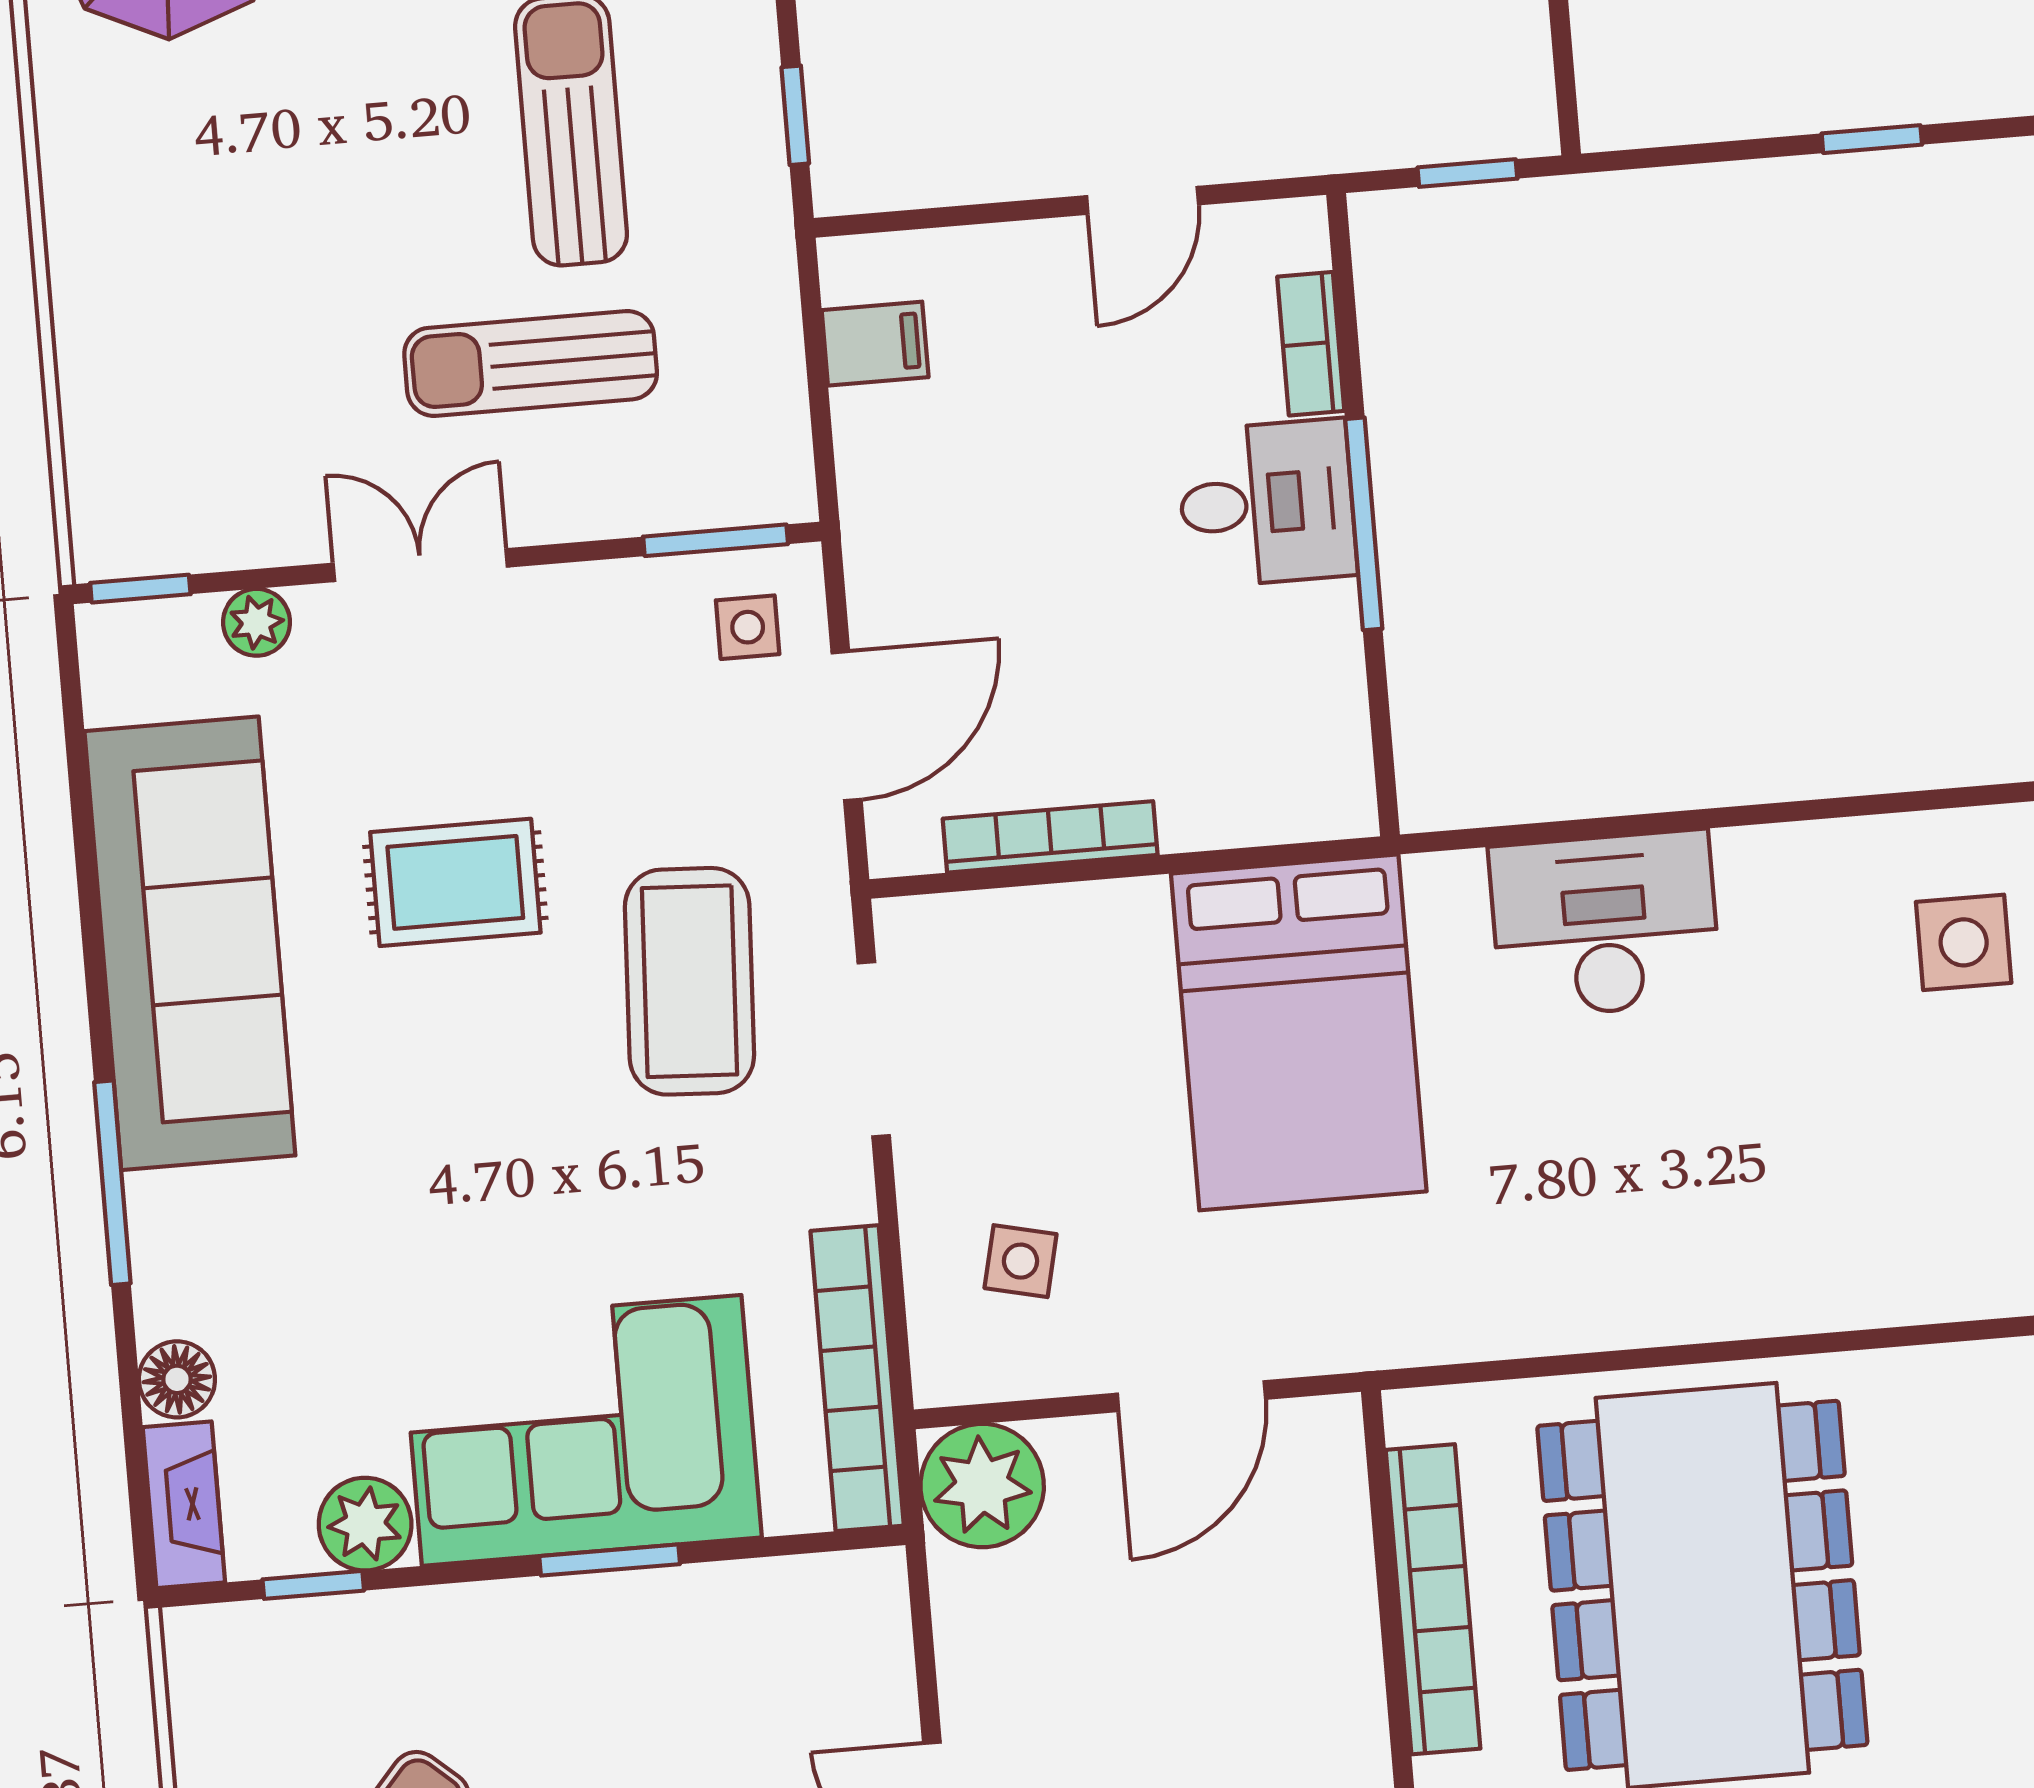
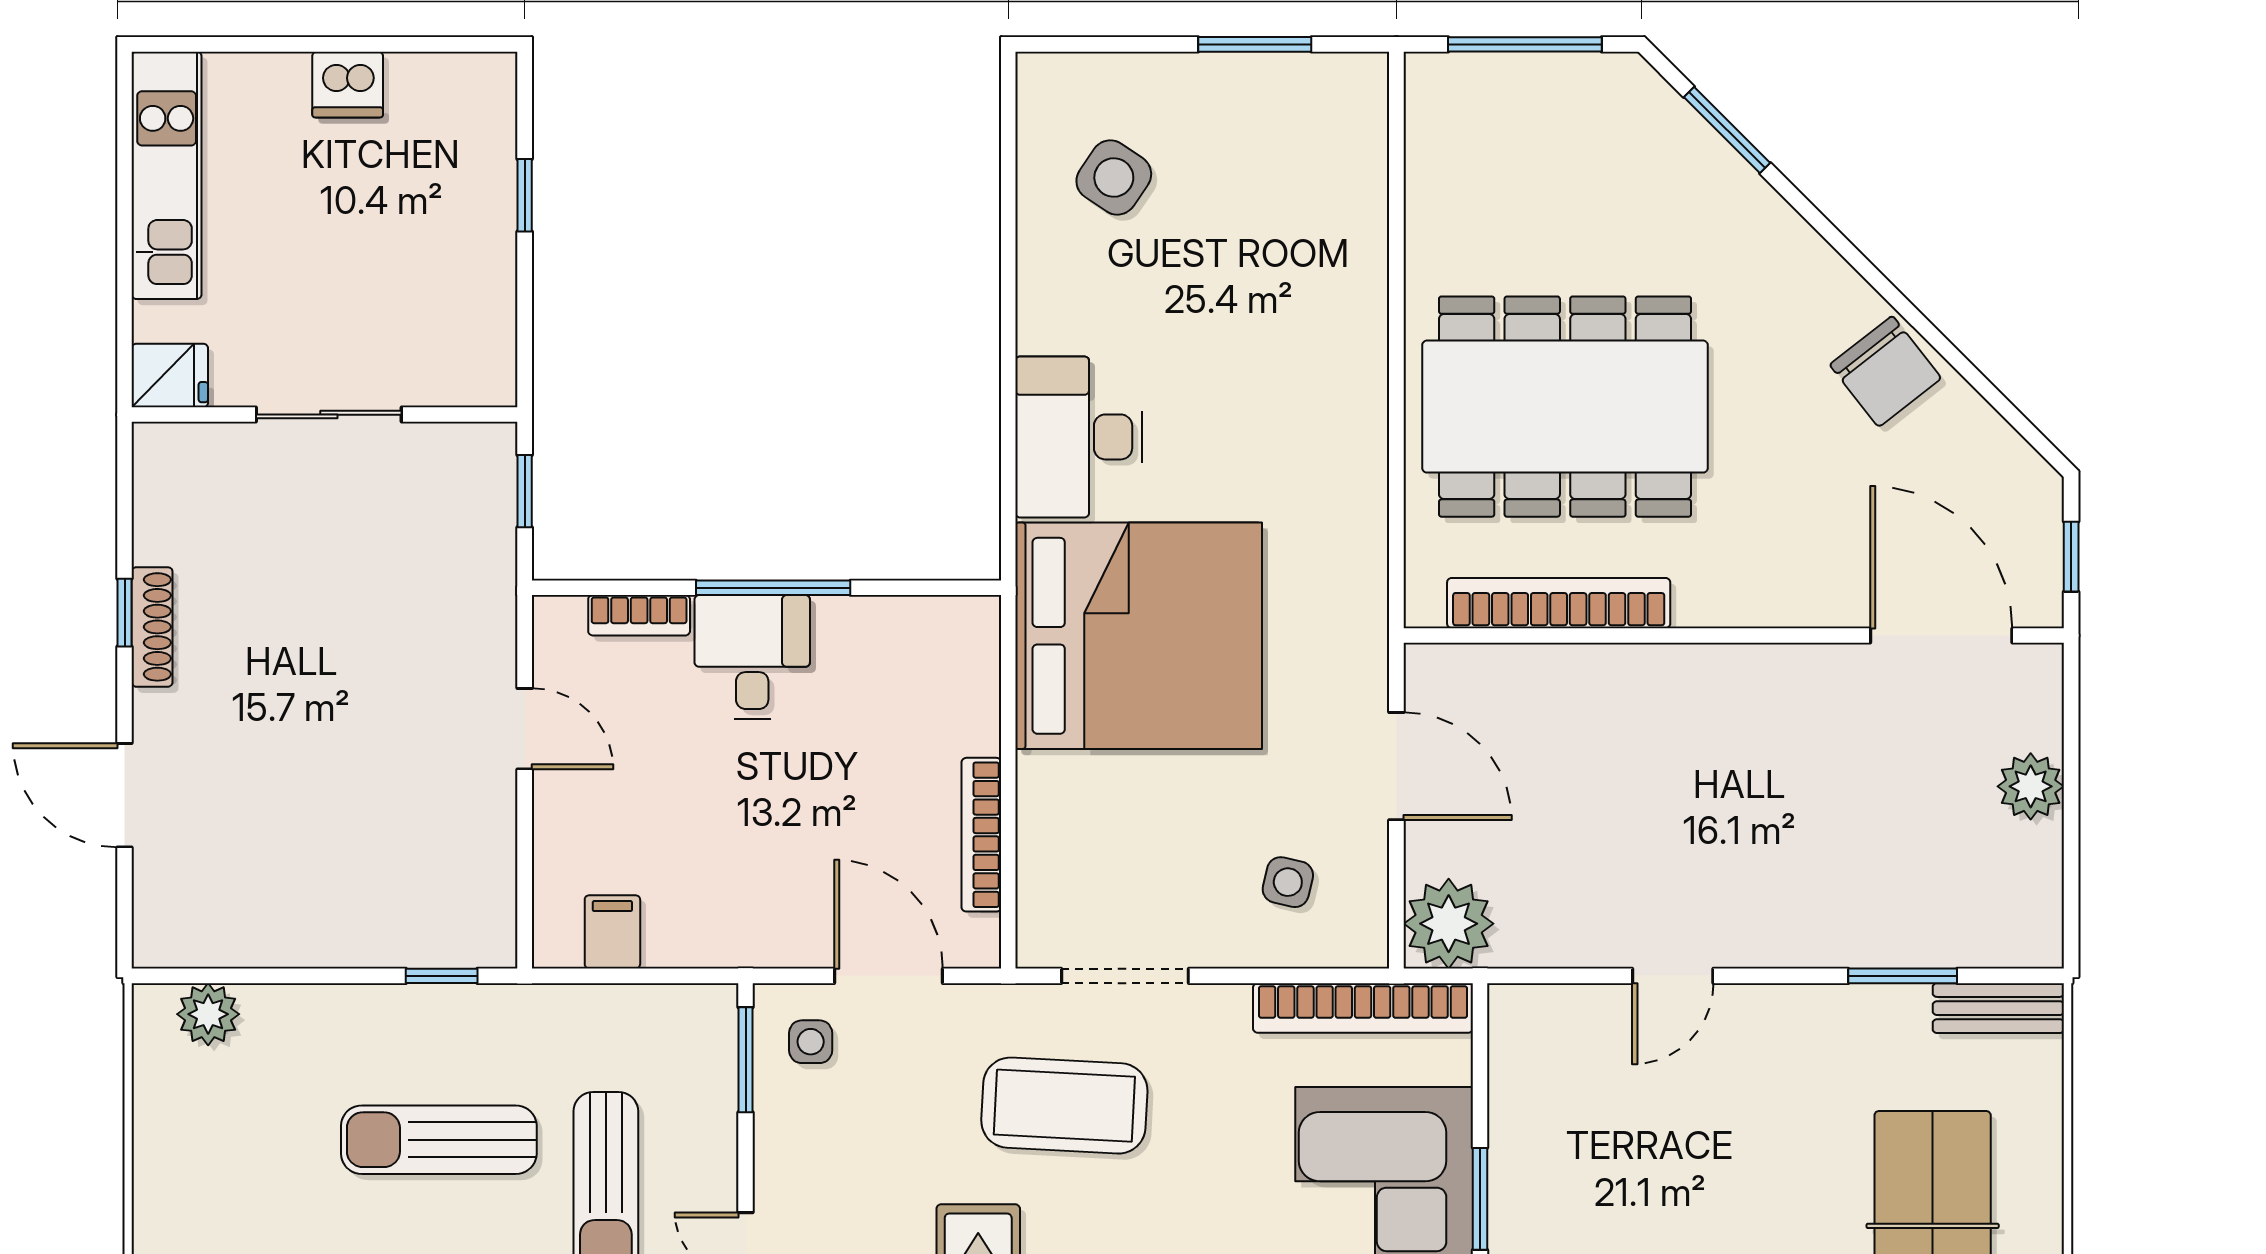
side table: (1964, 942) -> (1114, 177), turned 34
bed: (1299, 1032) -> (1139, 636), width x1.36

